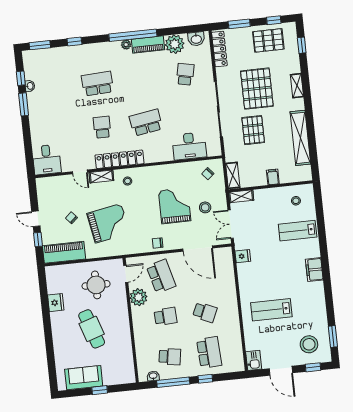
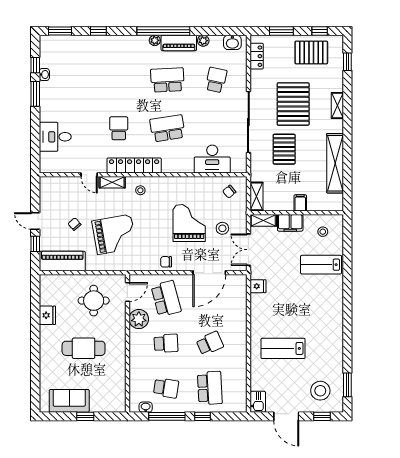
plant: (175, 44) -> (203, 41), width x0.53, depth x0.53
locker: (219, 49) -> (257, 56), width x0.66
school desk: (97, 84) -> (167, 80), moved
desk: (47, 160) -> (55, 137), moved, turned 90
door: (198, 249) -> (209, 273), hinge flipped
filing cabinet: (314, 270) -> (290, 223), moved, turned -90
school desk: (205, 312) -> (210, 343), turned -48
cafe table: (92, 329) -> (84, 348), turned -72

